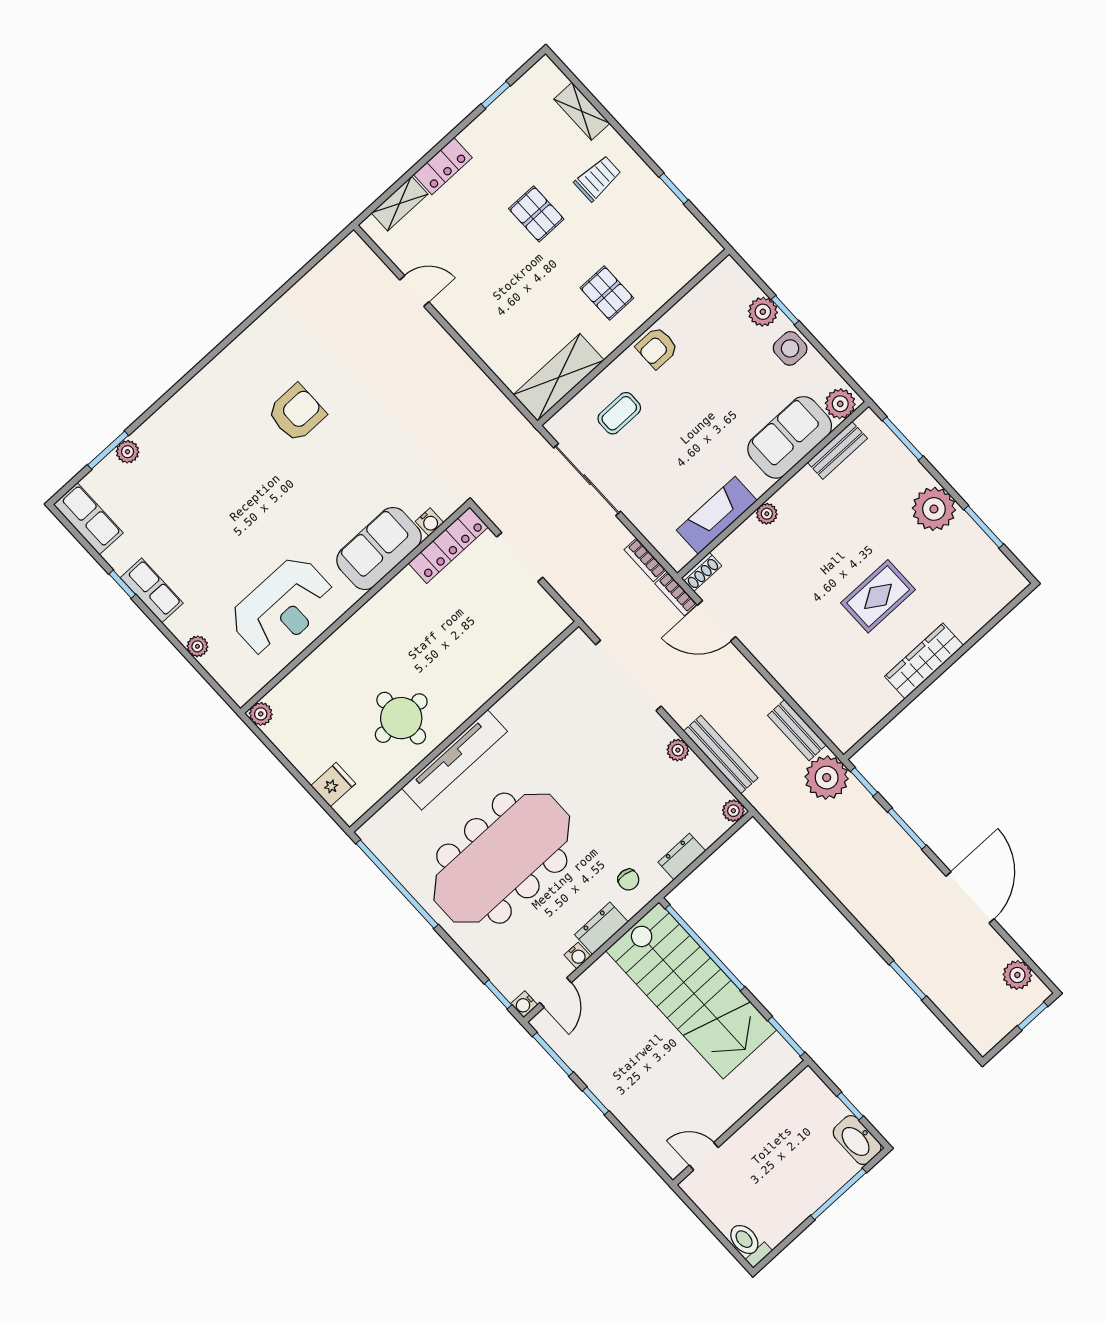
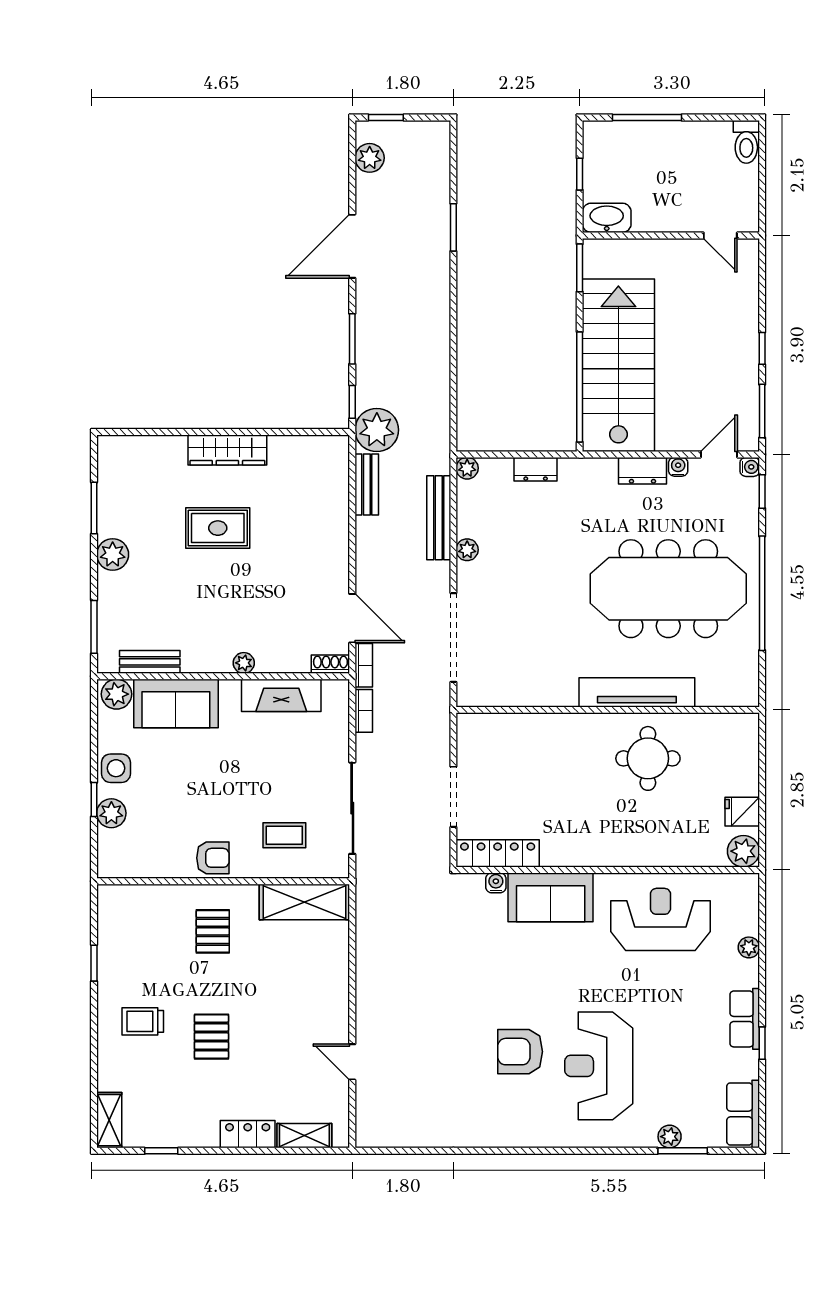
shelving: (582, 111) -> (109, 1120), moved
reception desk: (228, 456) -> (599, 1066), added
plant: (934, 509) -> (113, 554), width x0.73, depth x0.73
plant: (261, 714) -> (743, 851), width x1.38, depth x1.38
fridge: (333, 785) -> (742, 812), moved
chair: (628, 880) -> (590, 488), removed
window: (397, 884) -> (762, 593), moved
washbasin: (857, 1140) -> (607, 218), moved, turned -90

